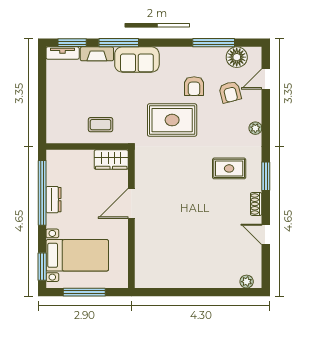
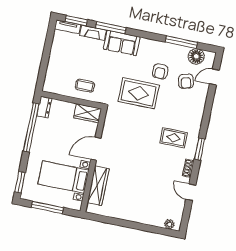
plant: (255, 128) -> (199, 112), removed
dresser: (54, 200) -> (44, 107), moved
wardrobe: (144, 251) -> (98, 186), added
bed with nightstands: (77, 255) -> (63, 177), moved, turned 180

